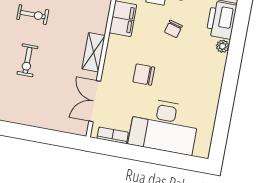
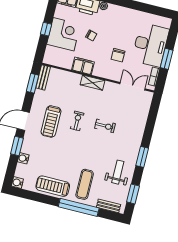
shelving: (94, 52) -> (93, 83), moved
double door: (95, 101) -> (132, 86), swing flipped
window: (143, 154) -> (167, 59), added

